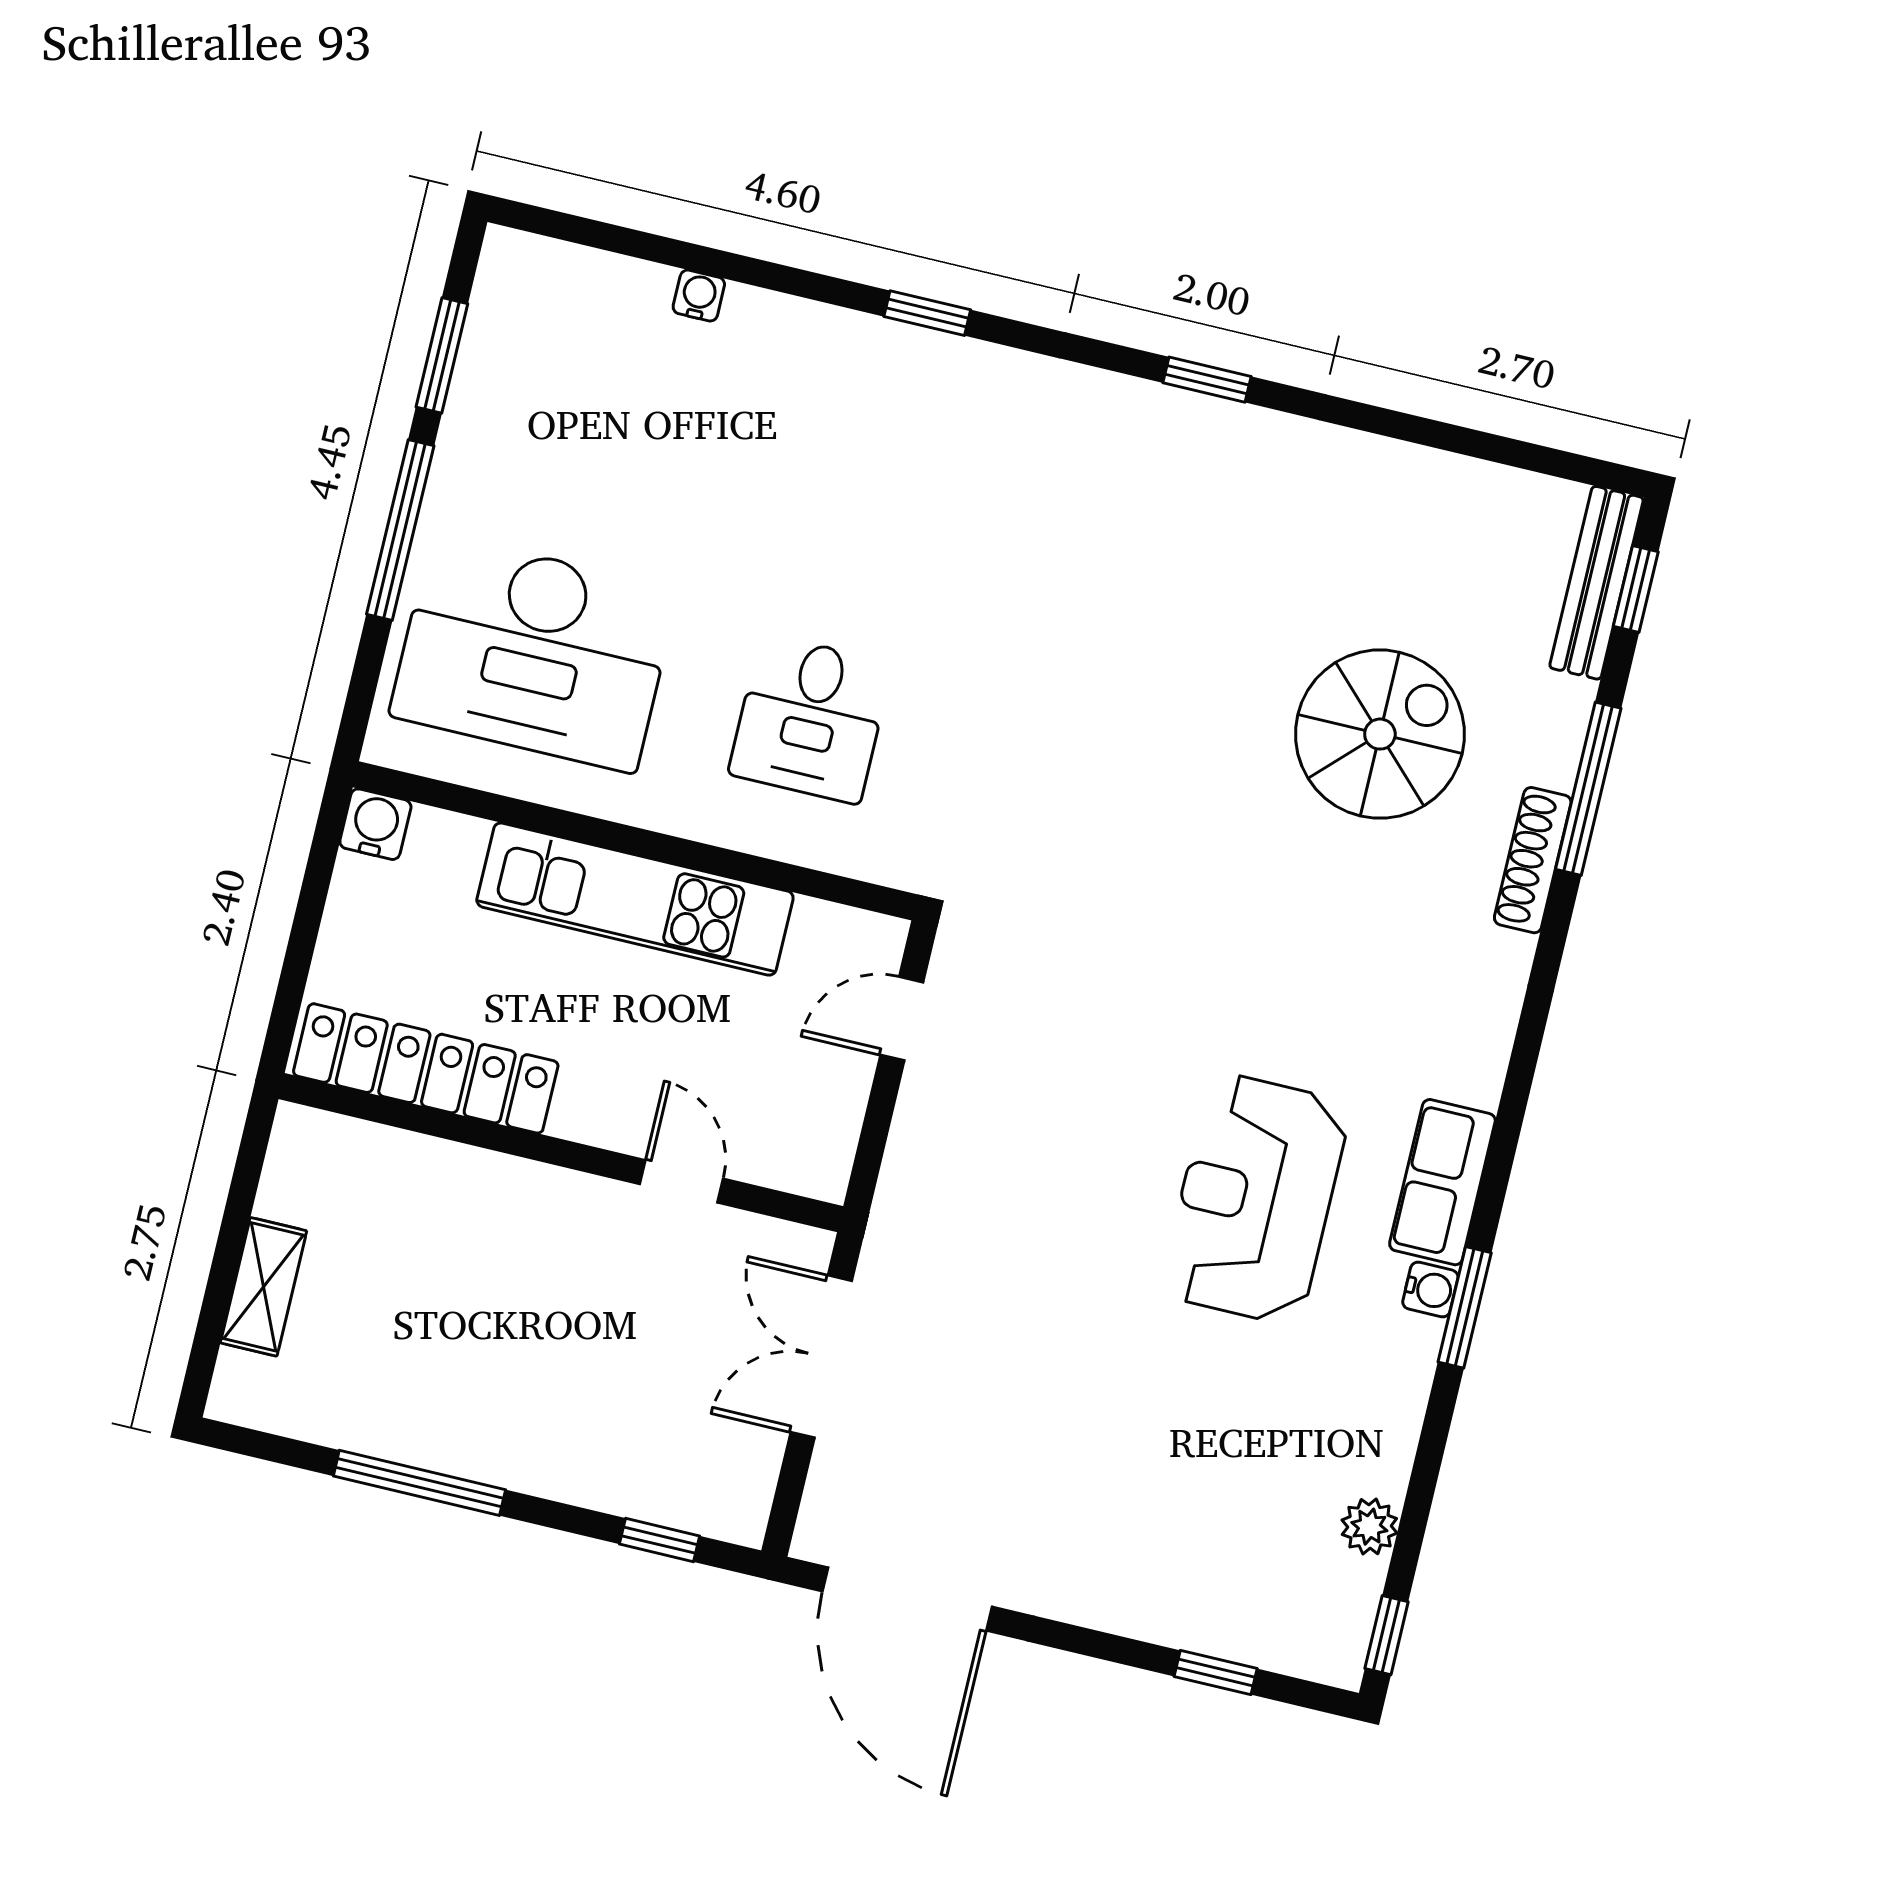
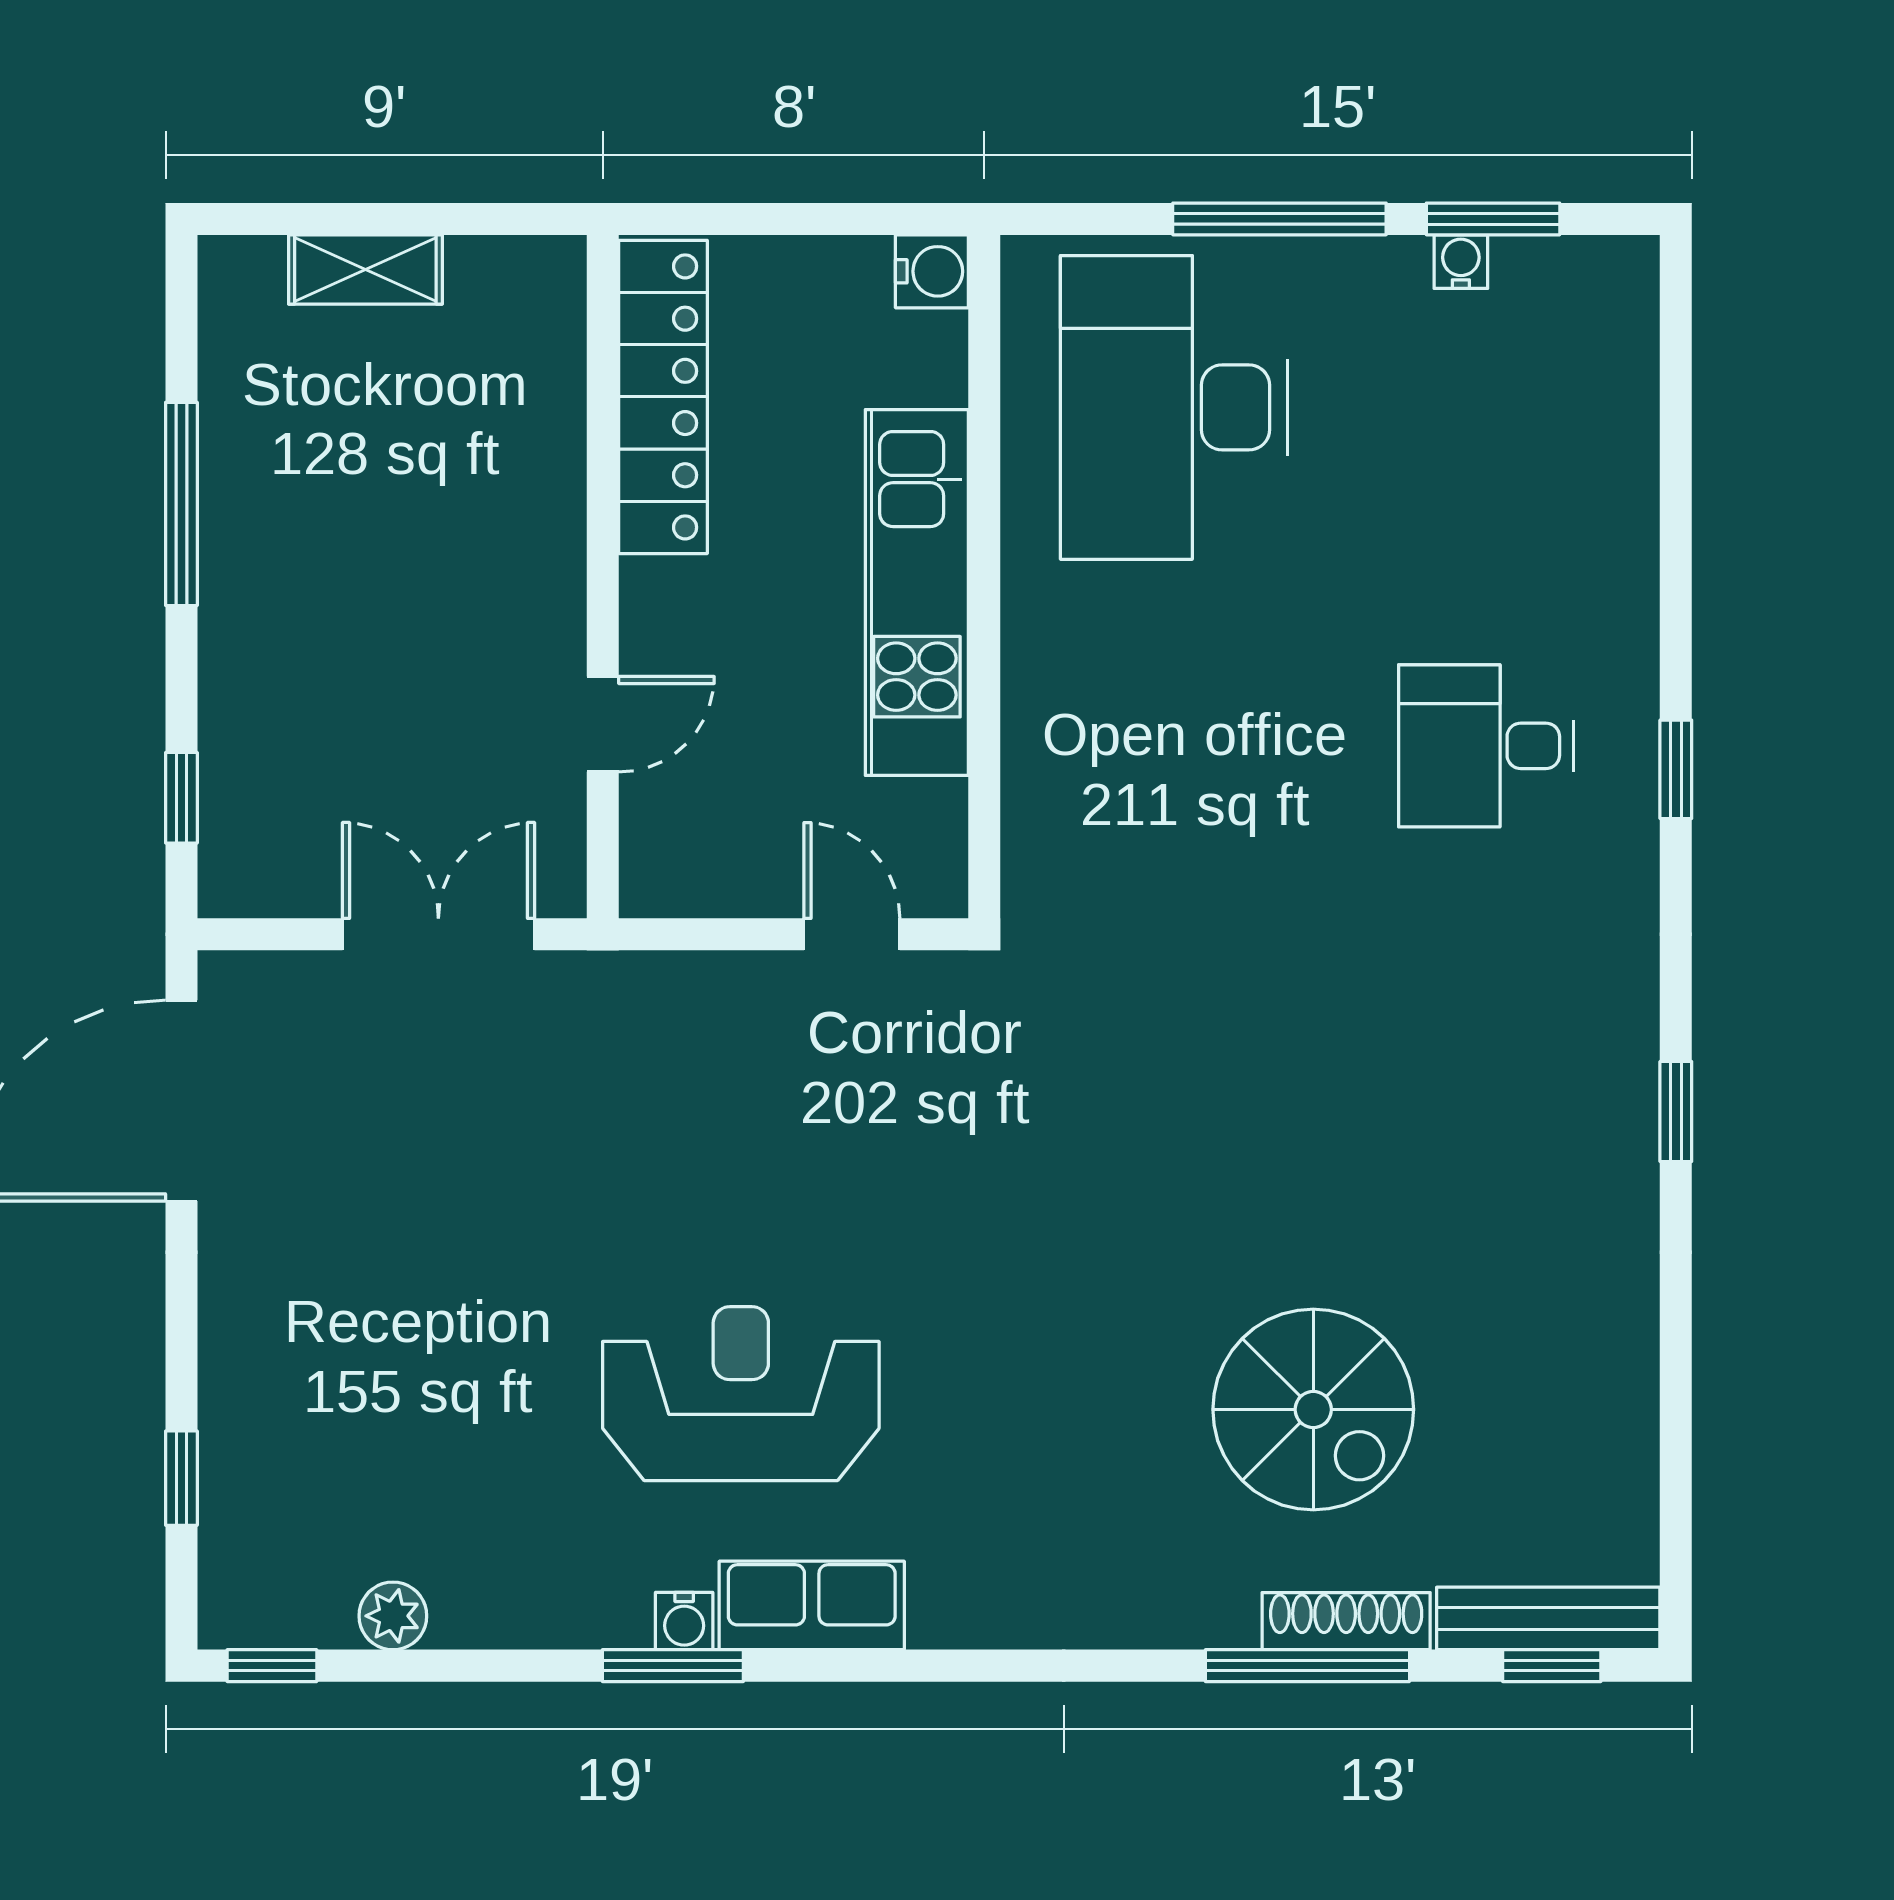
water cooler: (699, 296) -> (1461, 262), moved, turned -90
desk: (810, 719) -> (1486, 746), moved
shoe rack: (1533, 860) -> (1346, 1621), moved

